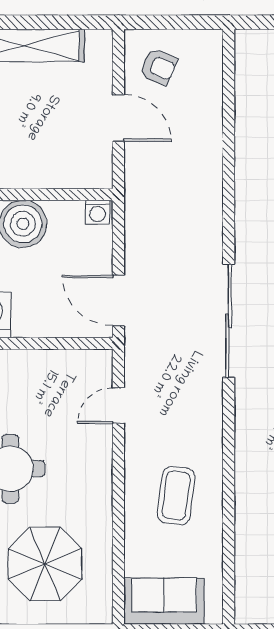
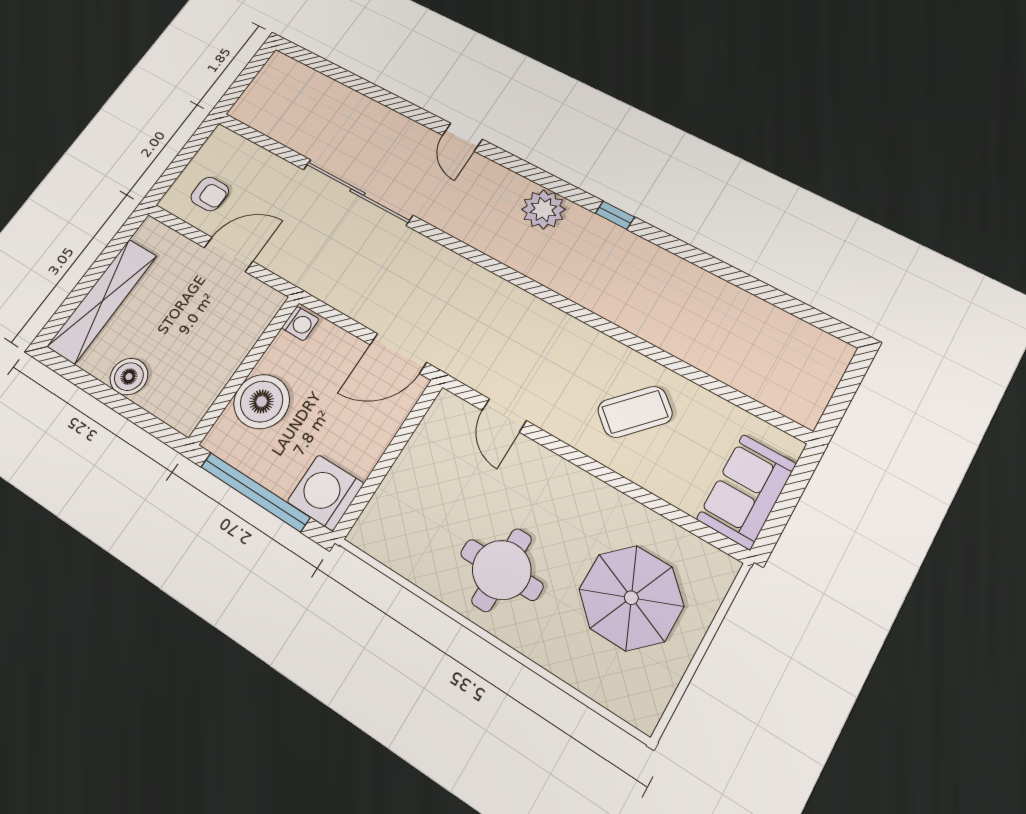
armchair: (159, 67) -> (210, 194), turned 66
sliding door: (229, 321) -> (358, 192), moved
coffee table: (176, 496) -> (635, 412), turned -55

